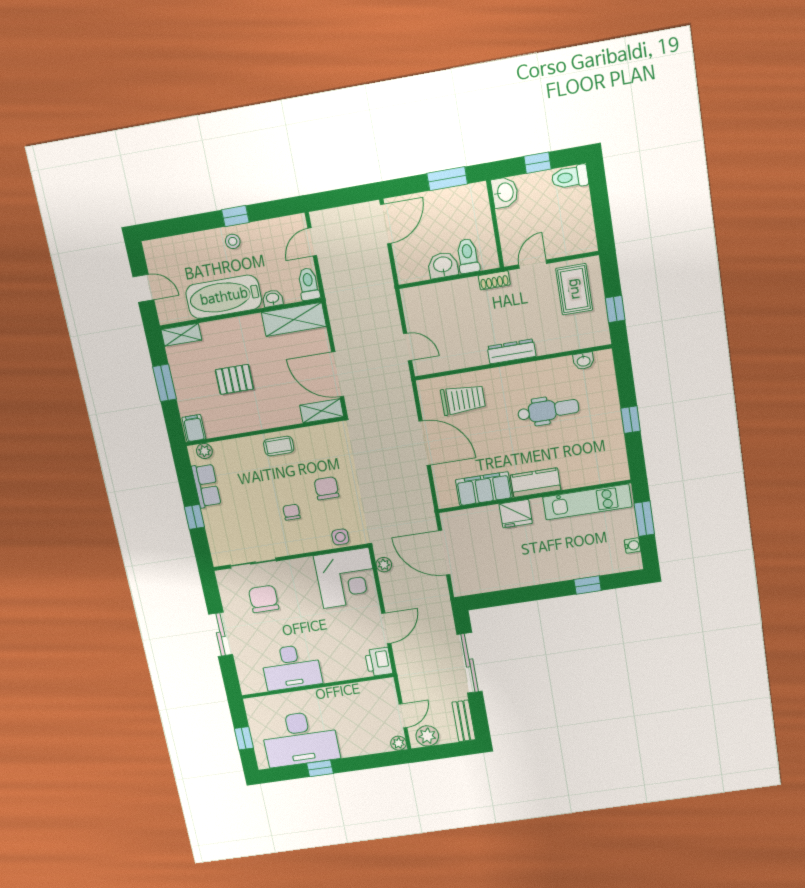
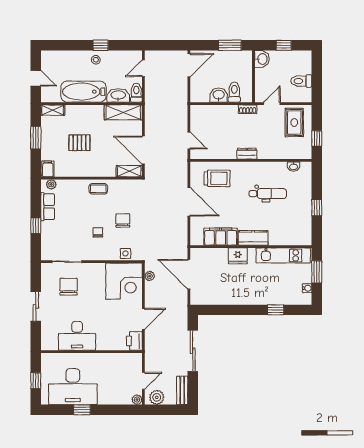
toilet: (570, 177) -> (301, 81), moved
washbasin: (273, 298) -> (118, 95), width x1.91, depth x1.45
dresser: (512, 351) -> (247, 154), width x0.70

